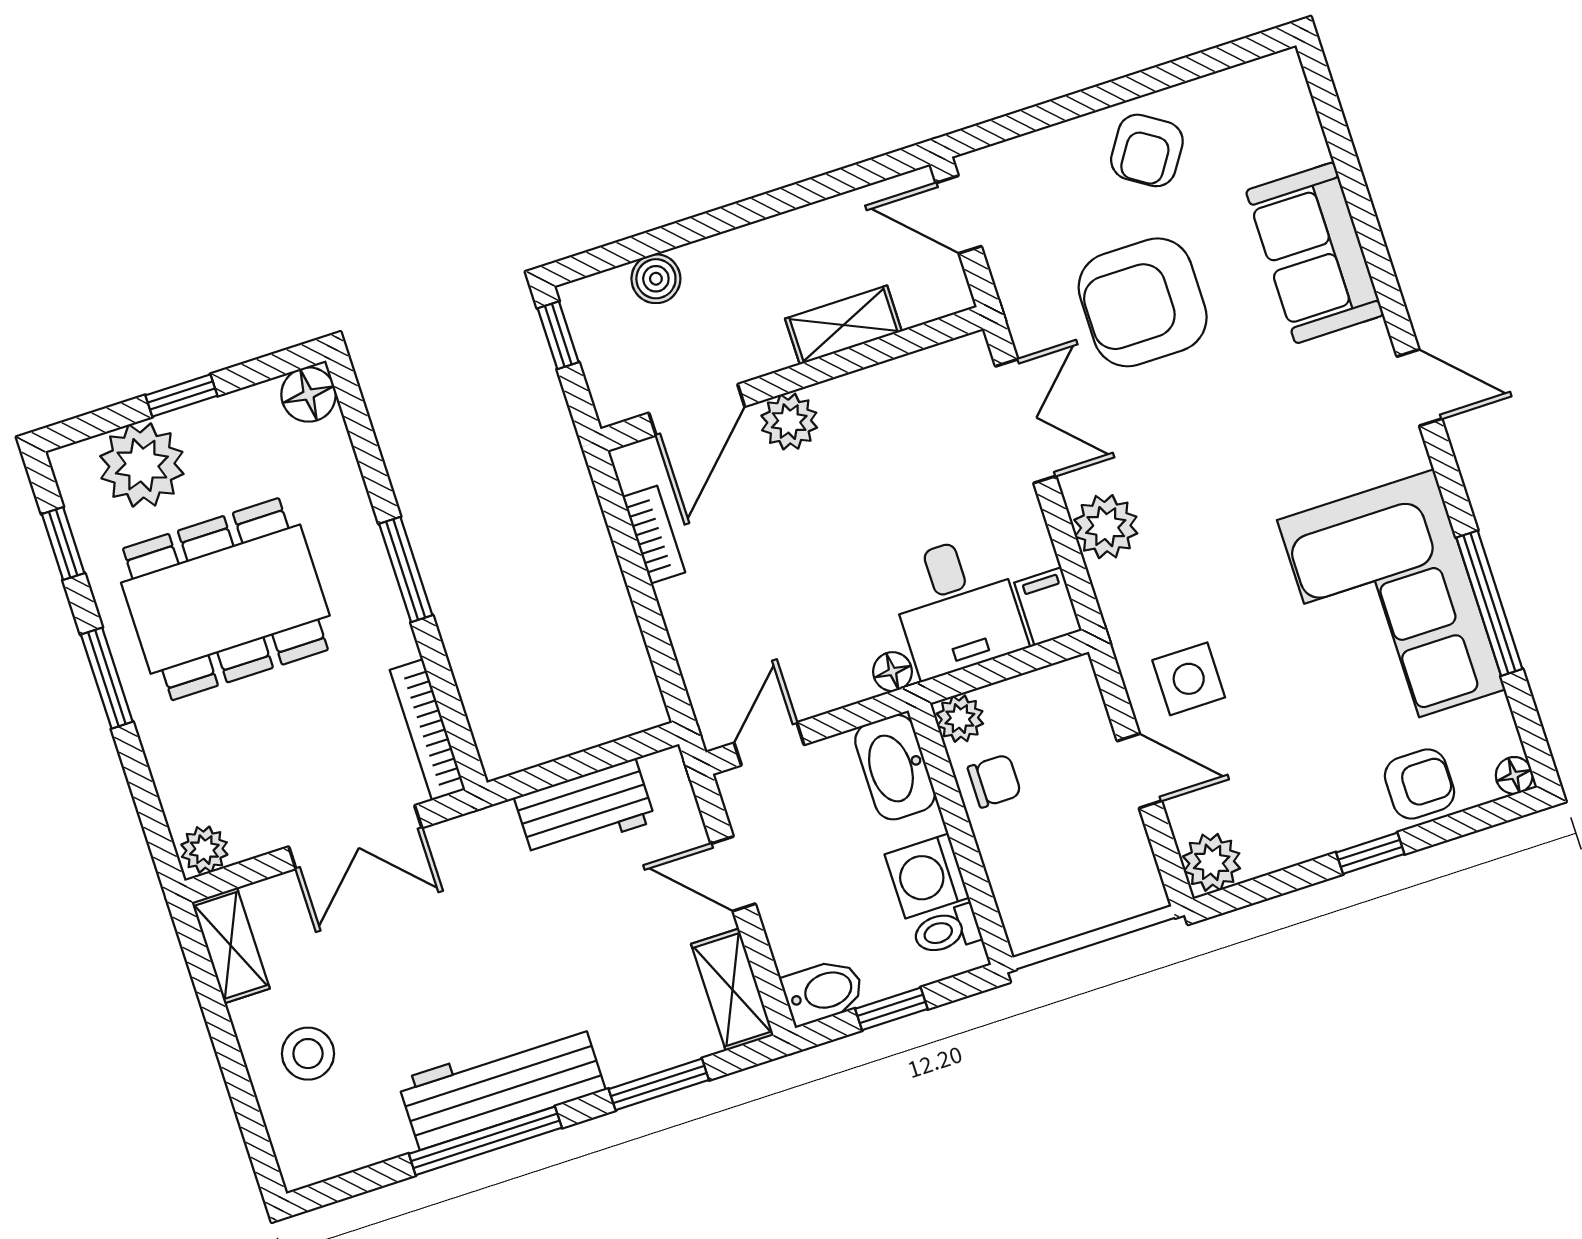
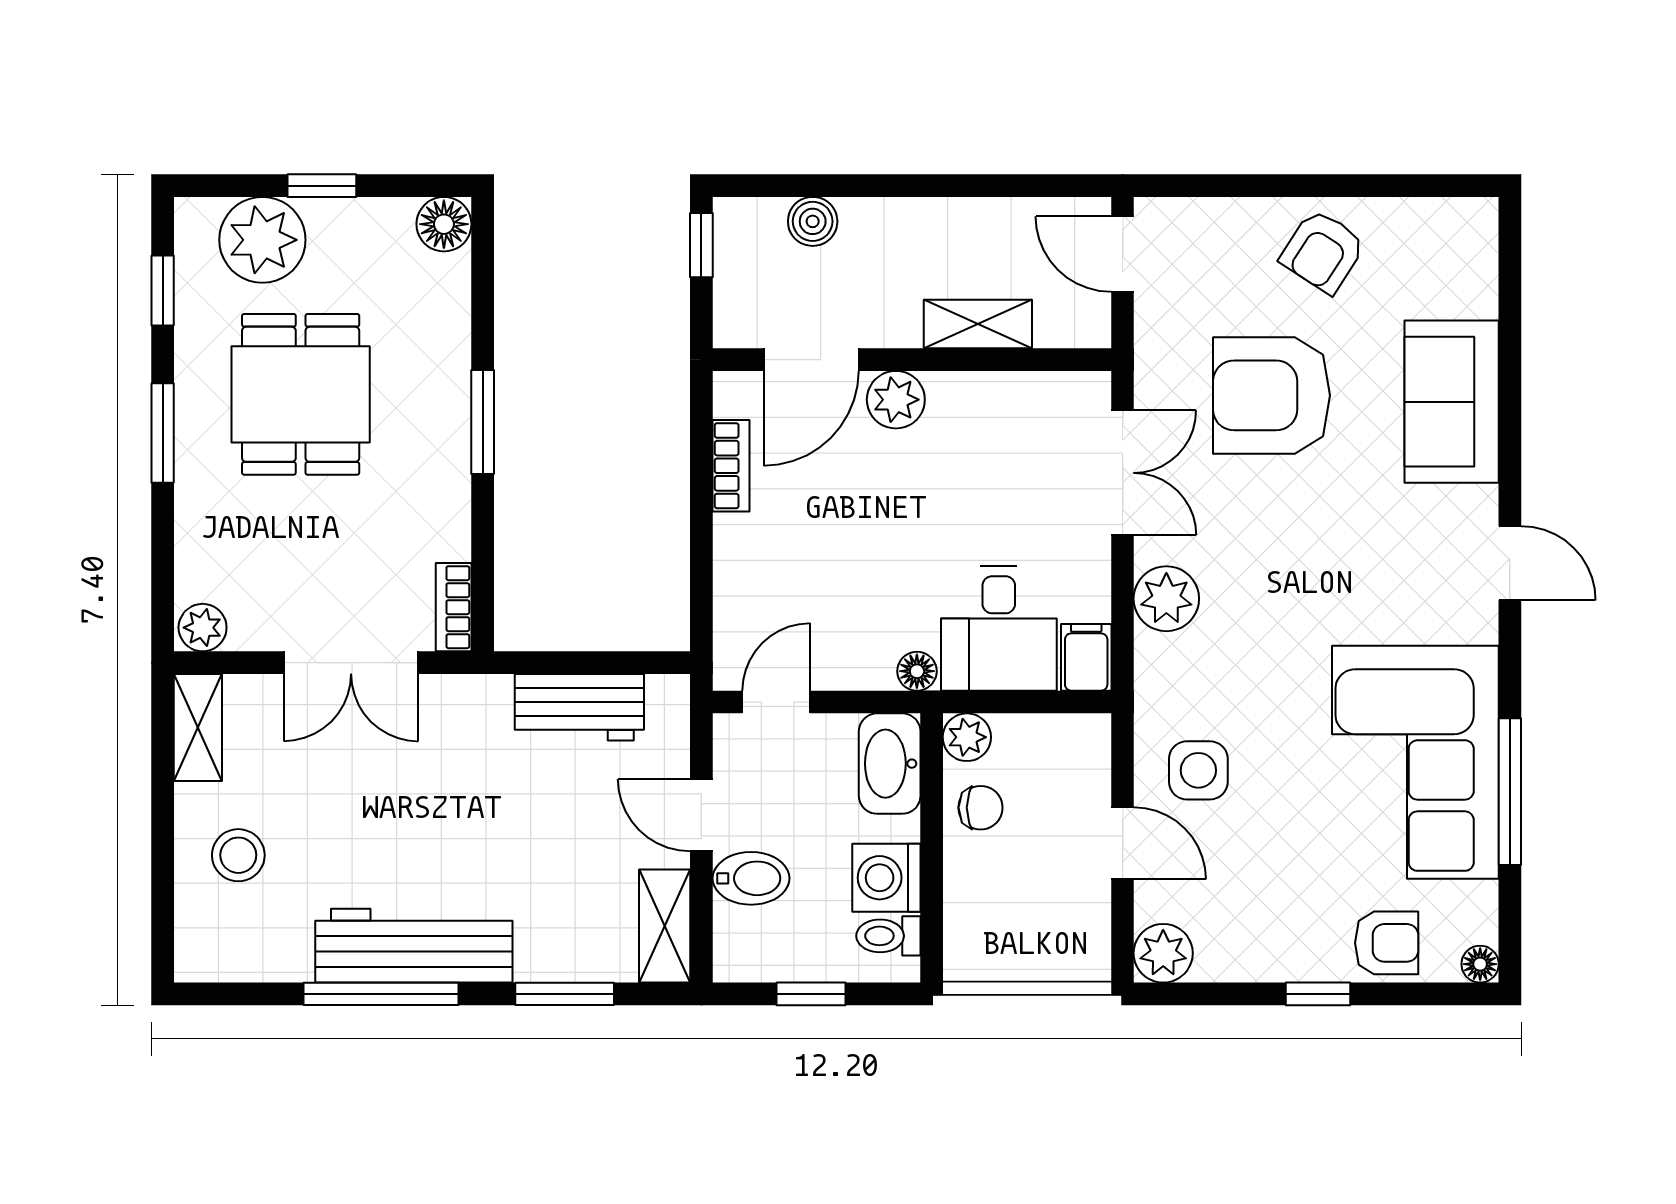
dining table: (225, 599) -> (301, 394), width x0.73
bookcase: (428, 730) -> (454, 607), width x0.64
bidet: (823, 992) -> (751, 878), moved

